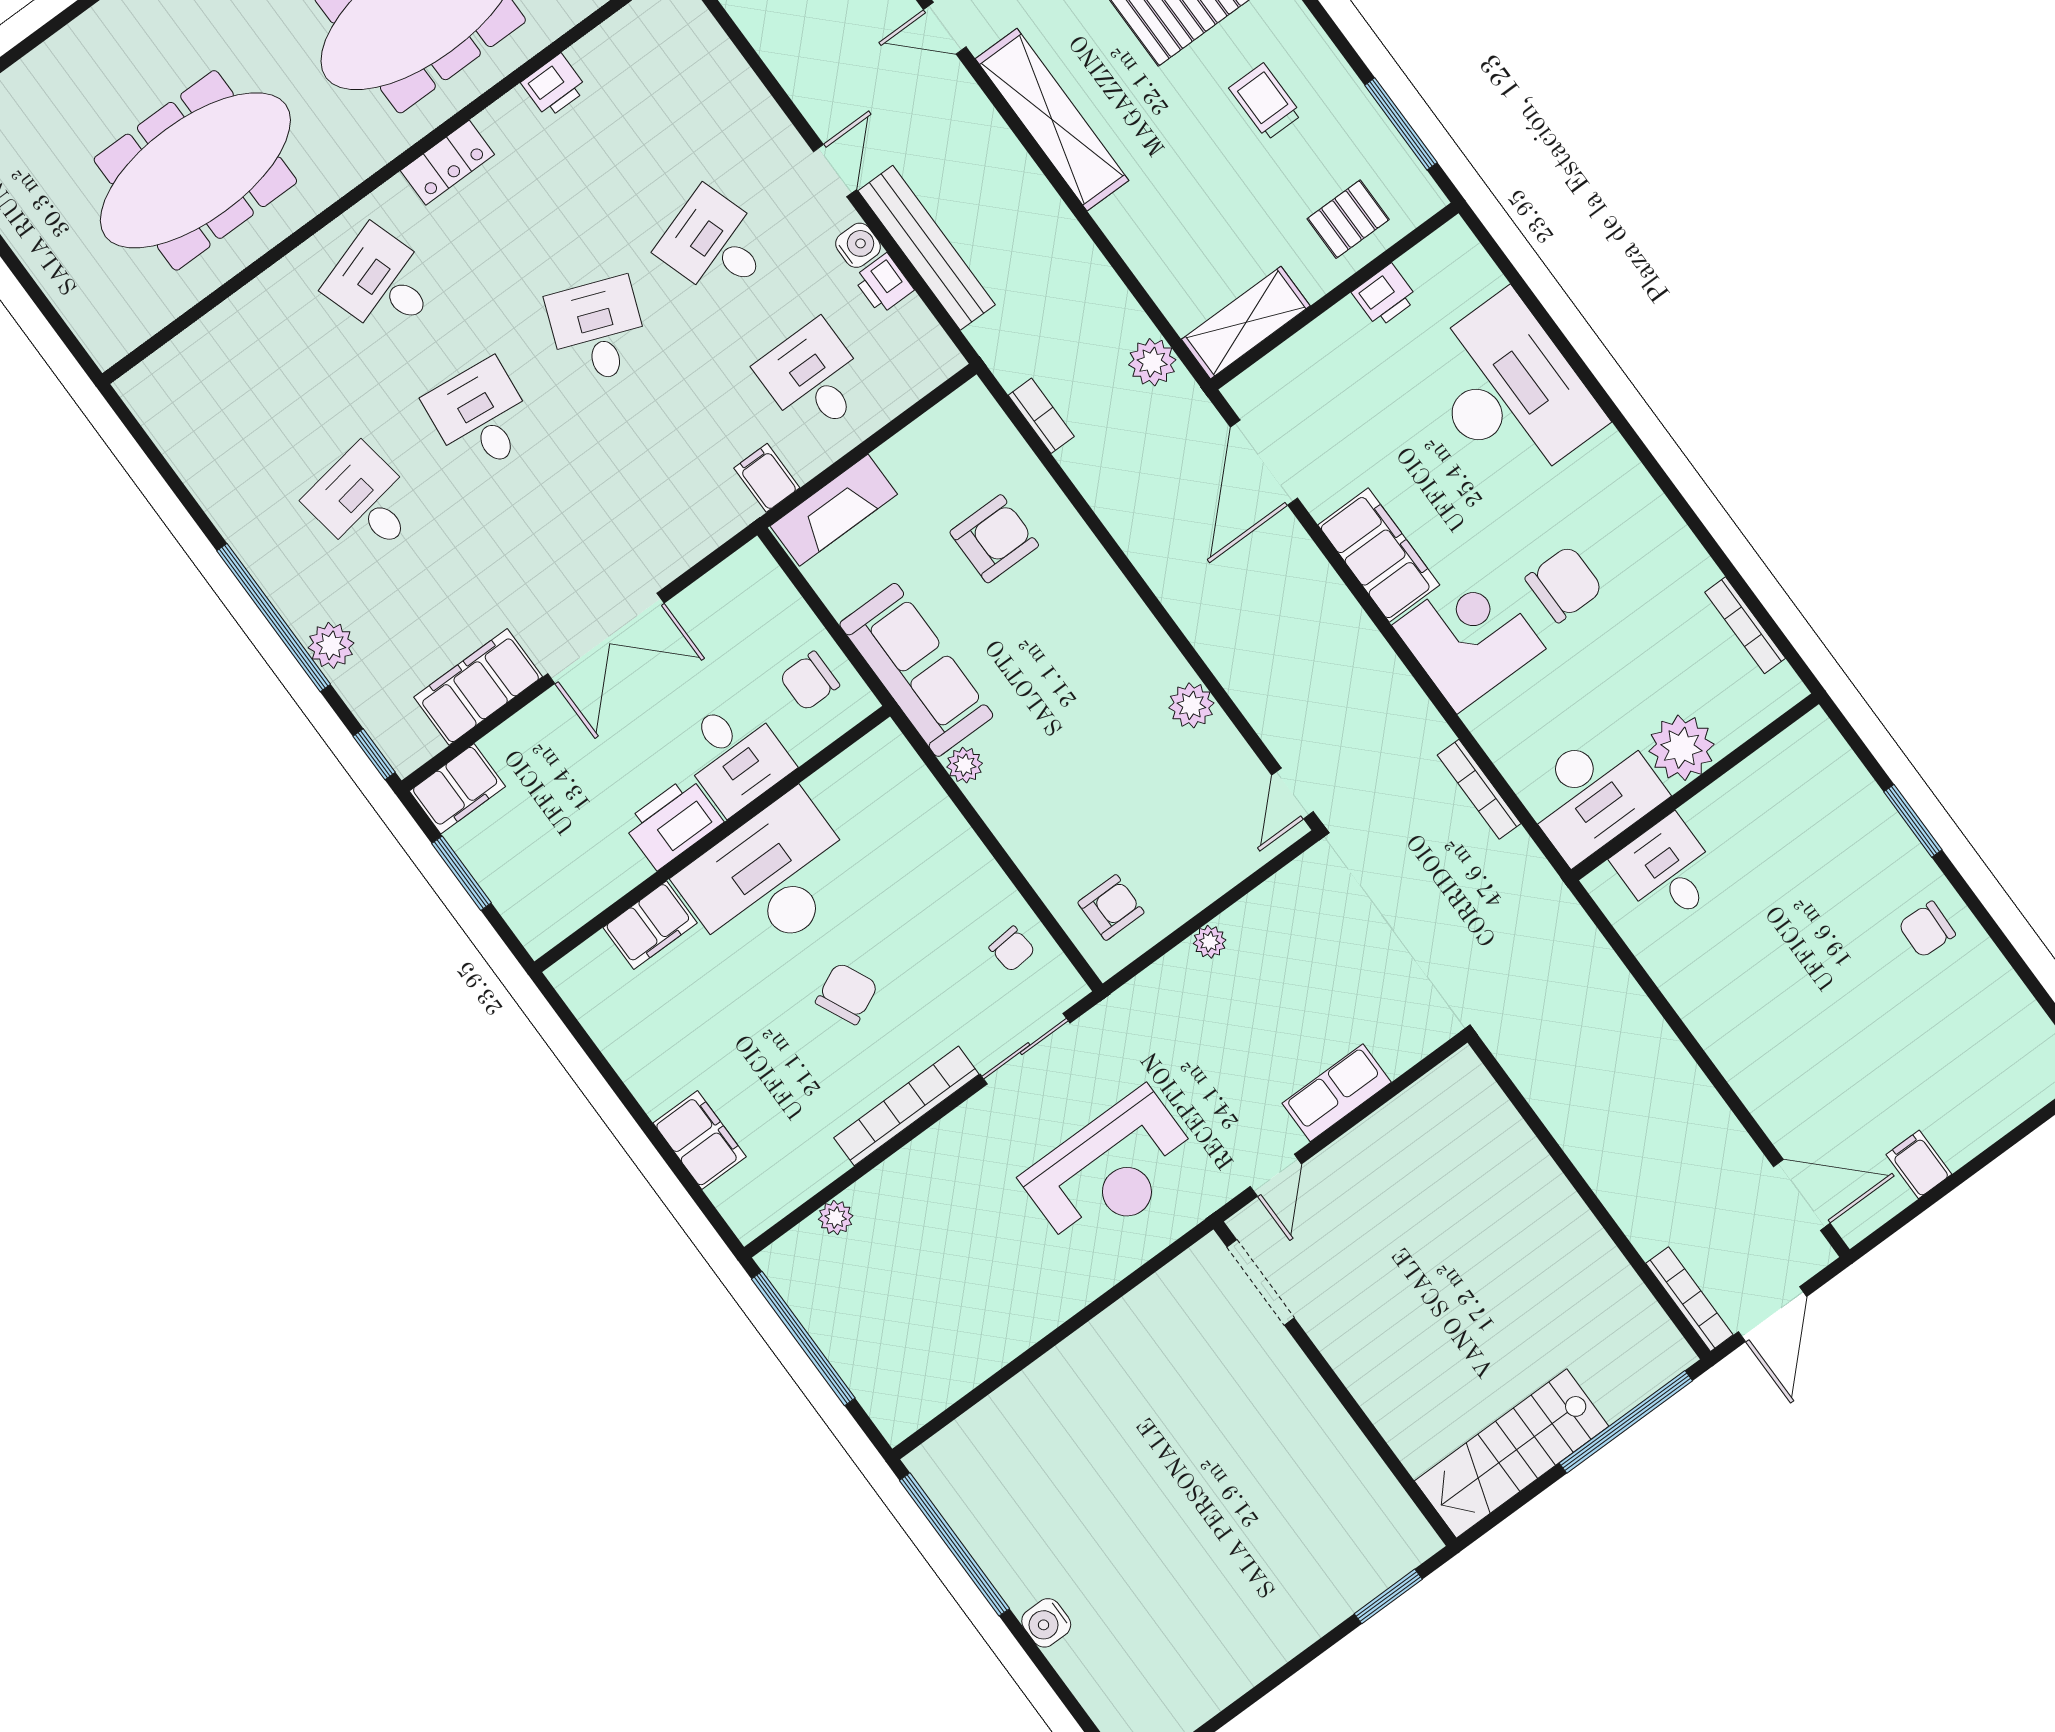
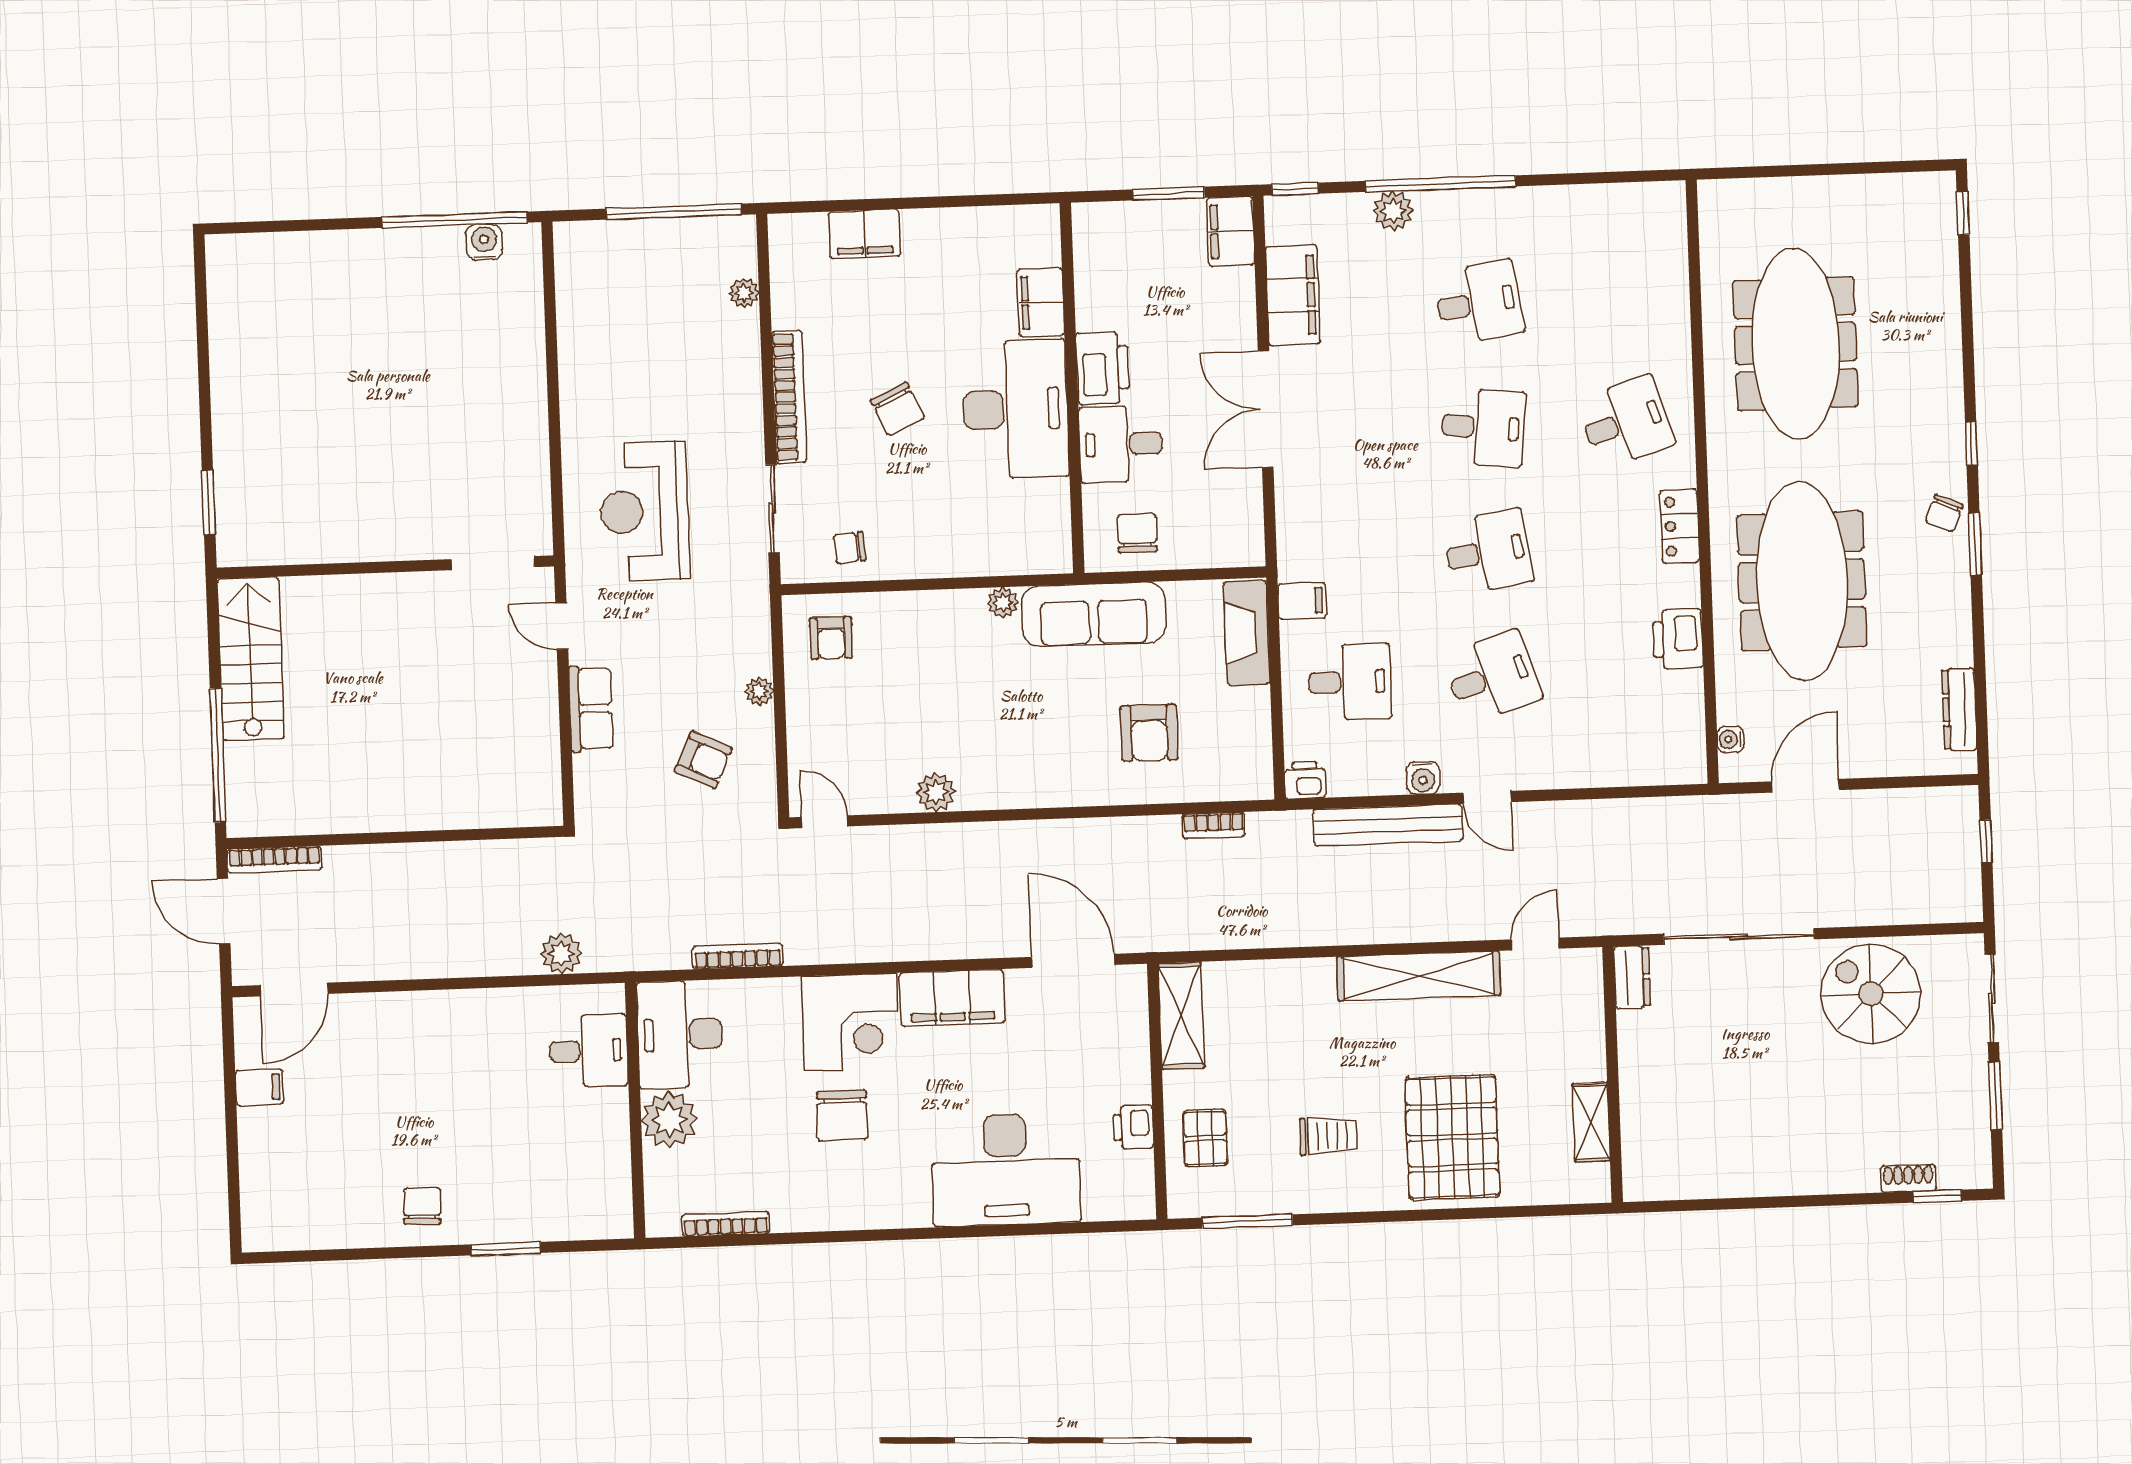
printer: (554, 86) -> (1678, 639), width x1.36, depth x1.24
printer: (884, 284) -> (1305, 780), moved
desk: (598, 331) -> (1488, 552), turned -30
plant: (1152, 362) -> (561, 953), moved
armchair: (1312, 951) -> (703, 760), added
water cooler: (1046, 1623) -> (484, 242), moved

